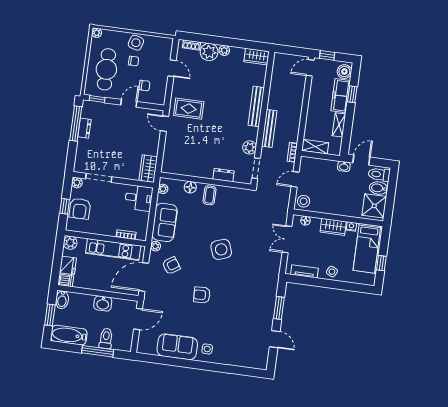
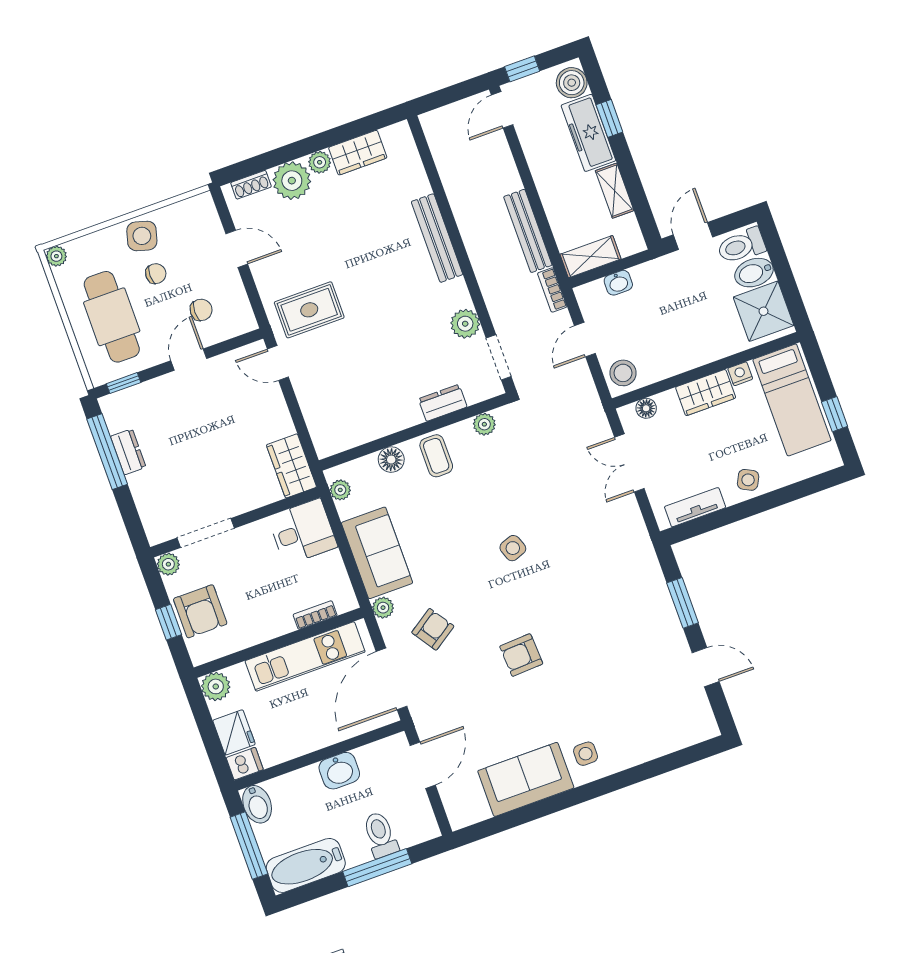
wardrobe: (257, 57) -> (358, 153), moved
bench: (269, 128) -> (528, 231), moved
washbasin: (344, 166) -> (618, 283), moved
plant: (236, 193) -> (484, 424), added
side table: (221, 249) -> (513, 548), width x0.54, depth x0.54
window: (50, 315) -> (249, 846), width x1.44

